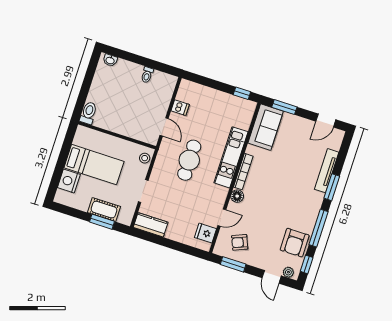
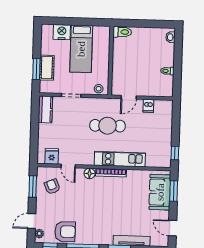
sofa: (266, 127) -> (160, 192), moved, turned 90
armchair: (295, 243) -> (65, 232), turned 180

